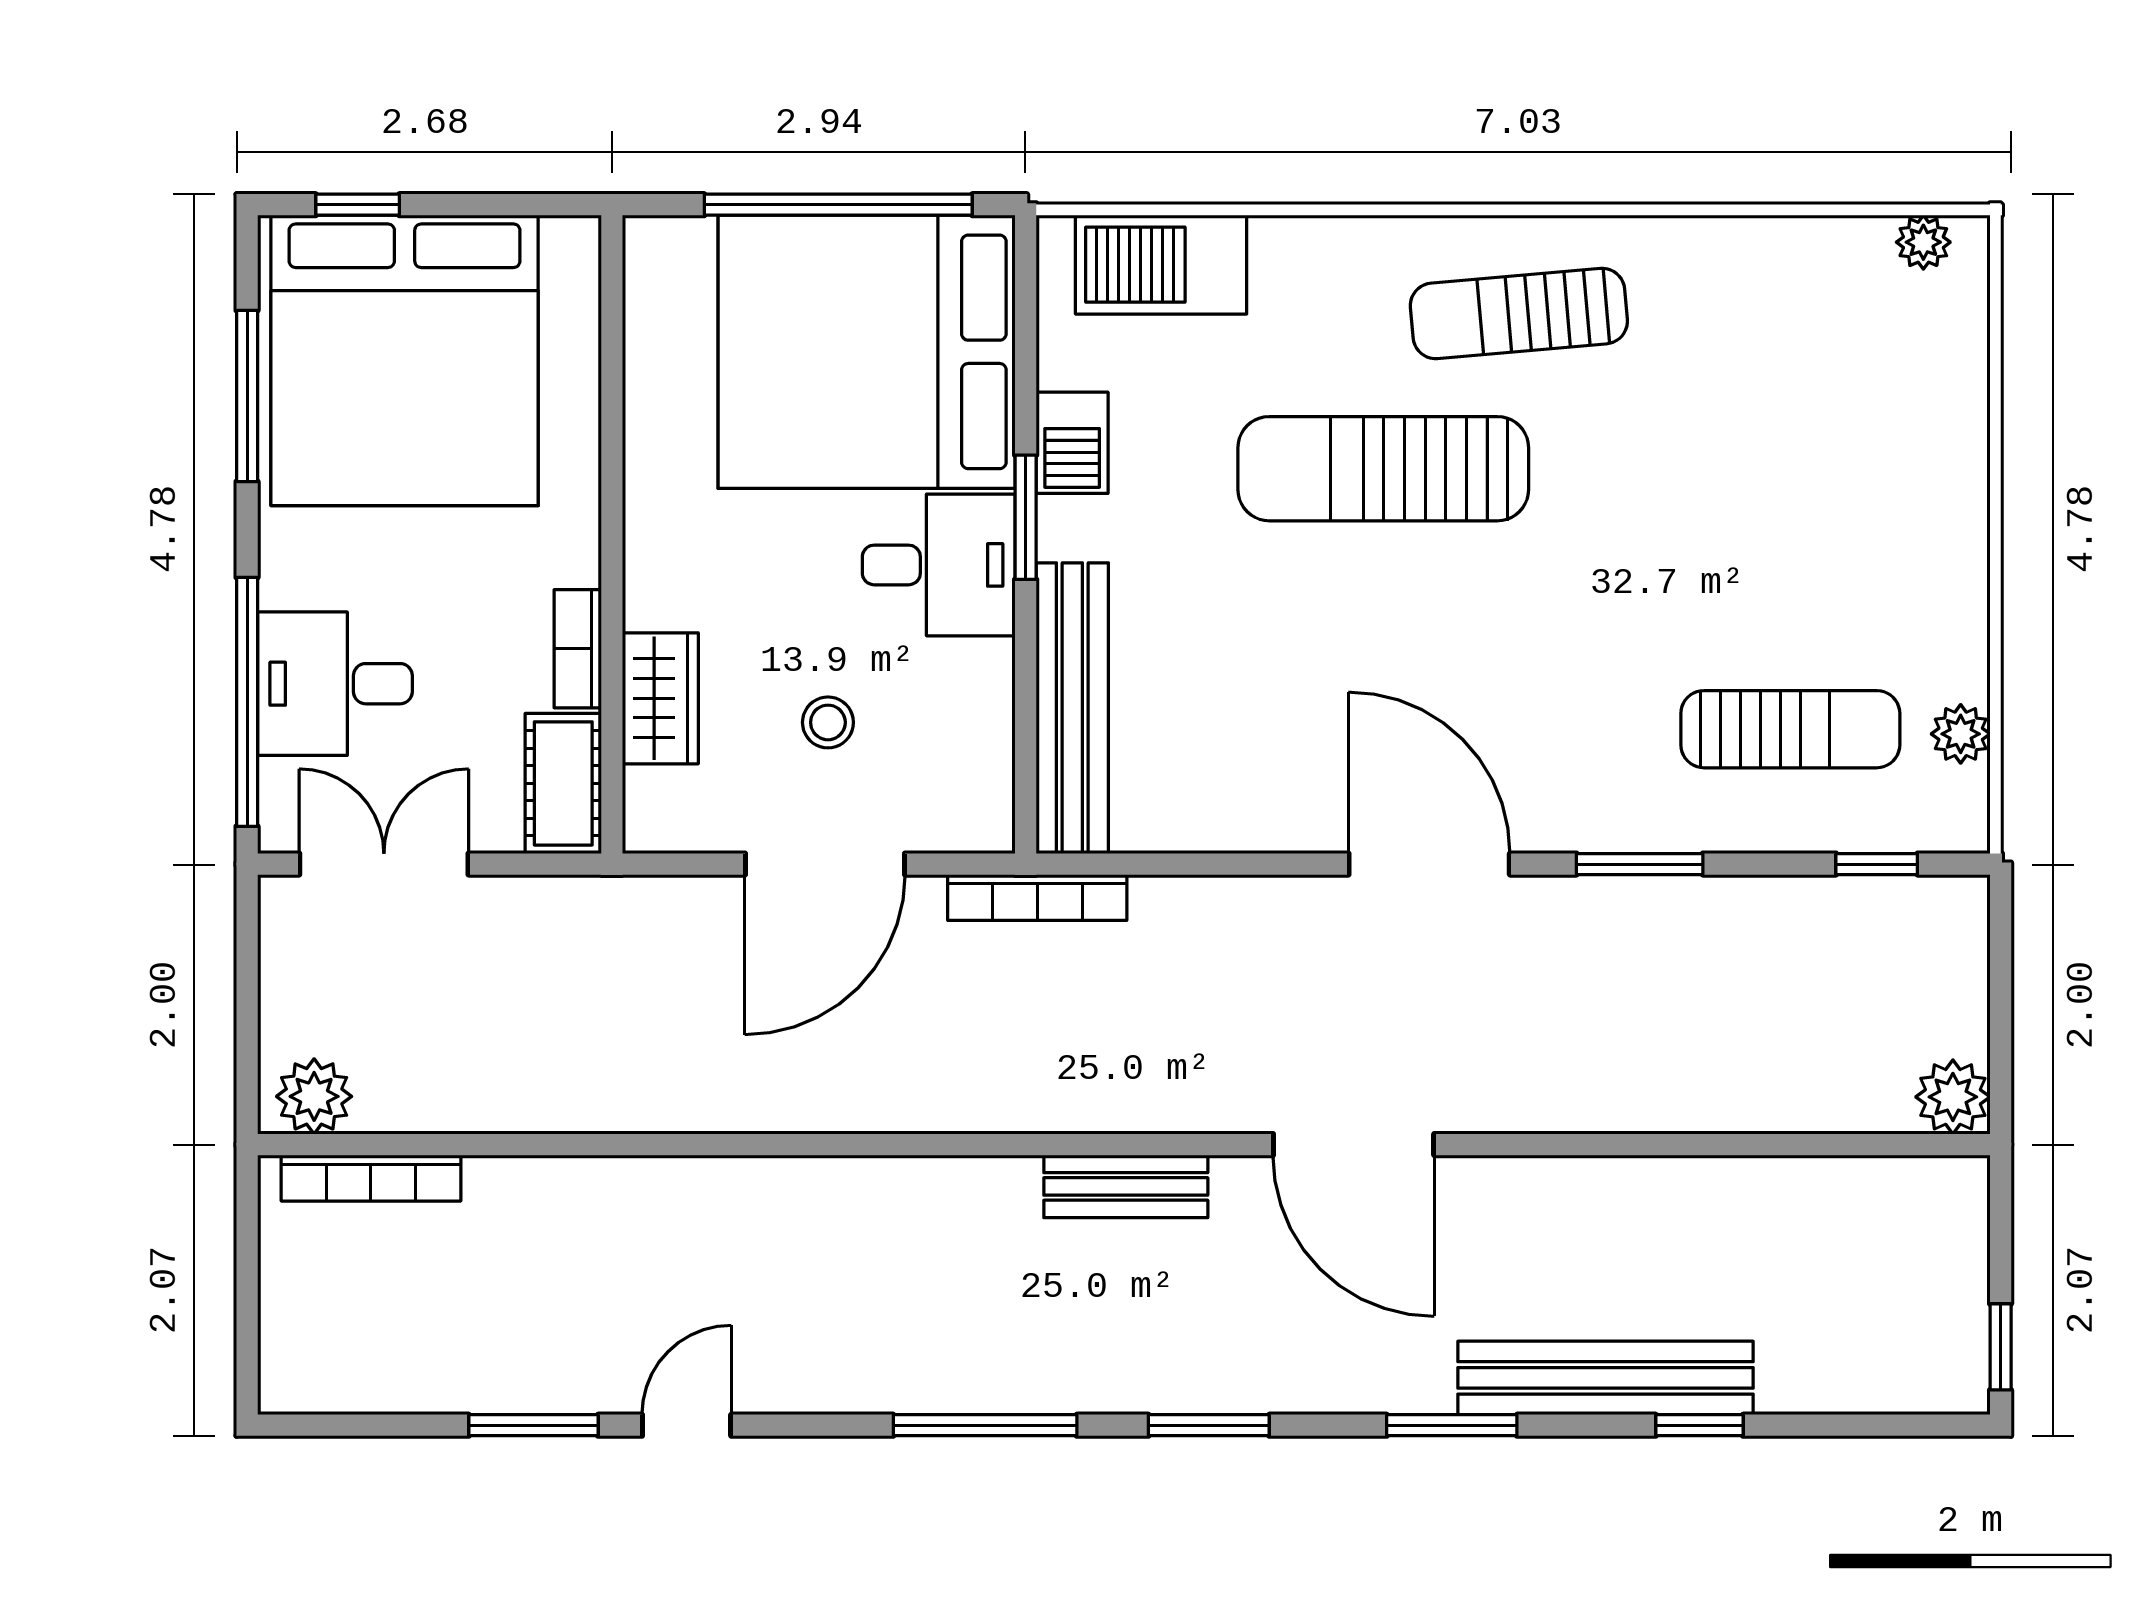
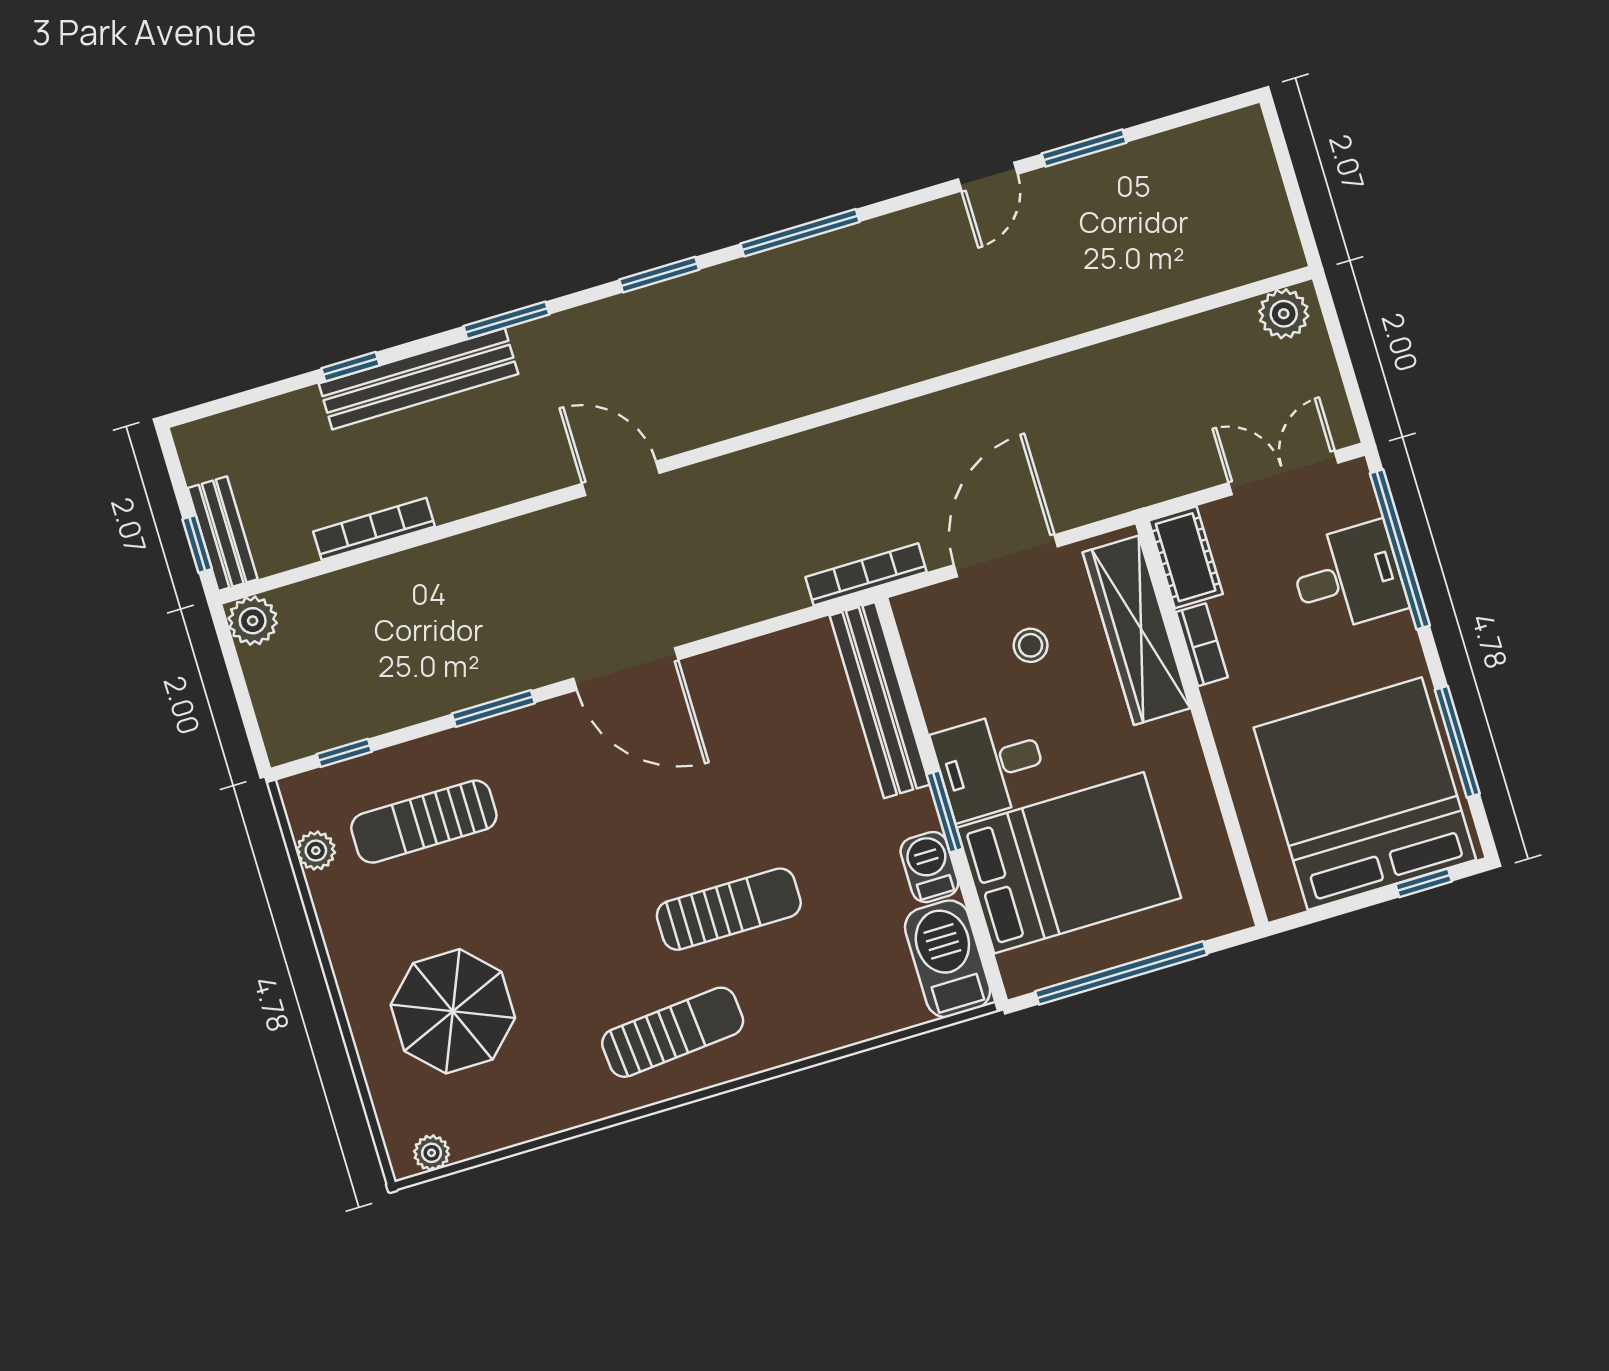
barbecue: (1161, 265) -> (948, 959), moved, turned -90
bed: (867, 352) -> (1069, 863), width x0.73
parasol: (1830, 440) -> (453, 1011), added
sun lounger: (1383, 469) -> (729, 909), width x0.73, depth x0.75
wardrobe: (660, 698) -> (1136, 630), width x2.10, depth x1.17
double door: (384, 864) -> (1283, 473), swing flipped
door: (1354, 1145) -> (621, 478), width x0.73
bookcase: (371, 1178) -> (374, 529), moved
bench: (1126, 1186) -> (223, 534), moved, turned 90
window: (2001, 1347) -> (197, 544), moved

